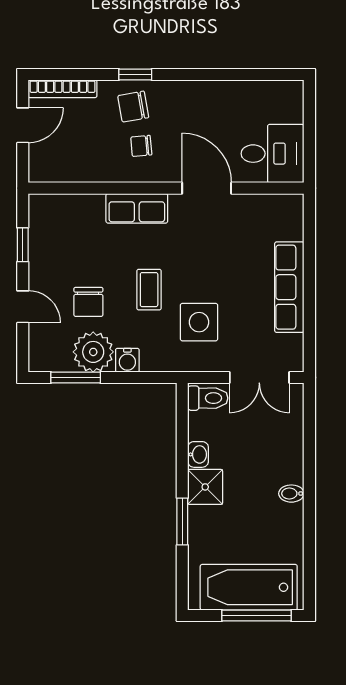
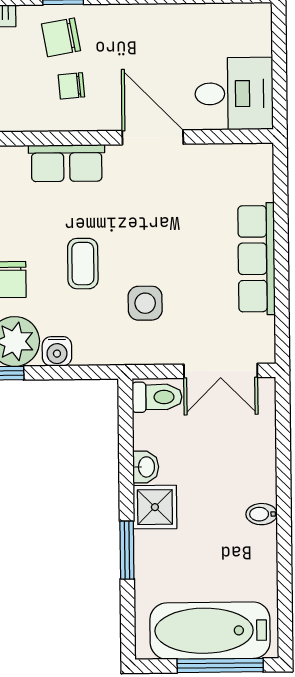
side table: (199, 322) -> (145, 303), width x0.73, depth x0.73

